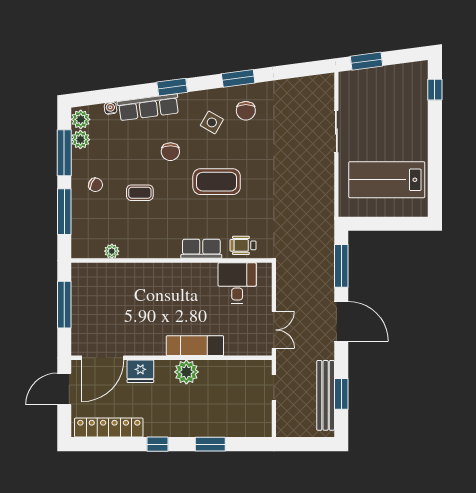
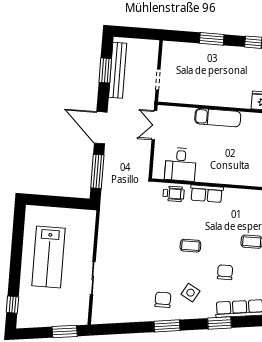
lab bench: (387, 180) -> (49, 257), moved, turned 90
coffee table: (217, 182) -> (190, 246), width x0.54, depth x0.58
plant: (186, 372) -> (226, 97), removed

